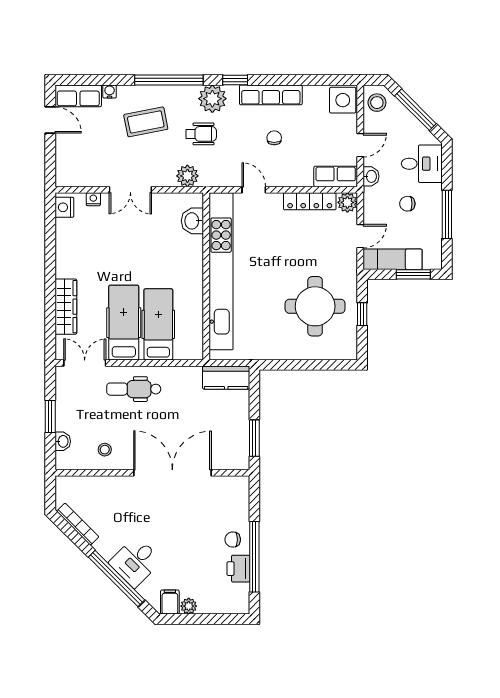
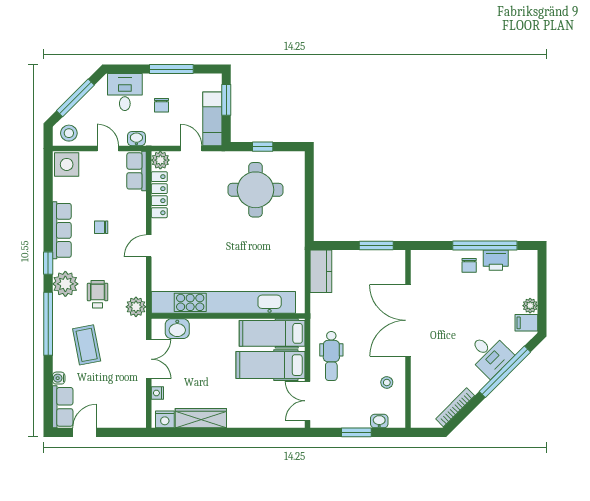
washbasin: (192, 221) -> (177, 329), moved
kitchen unit: (221, 271) -> (223, 302), moved
wall: (206, 276) -> (228, 316), moved
wardrobe: (66, 307) -> (201, 418), moved

